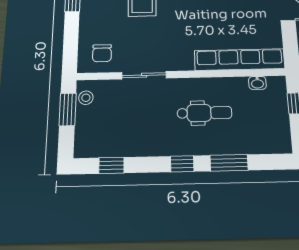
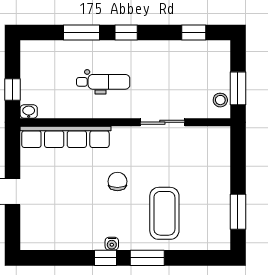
chair: (102, 53) -> (117, 181), moved
washbasin: (257, 83) -> (29, 111), moved
dental chair: (204, 113) -> (103, 82), turned 180

